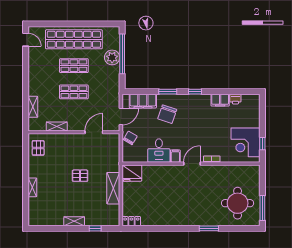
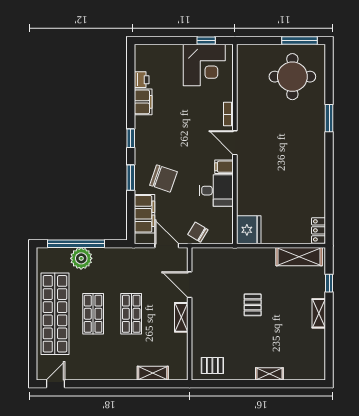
shelving: (57, 126) -> (181, 317), moved
shelving: (113, 188) -> (299, 257), moved

